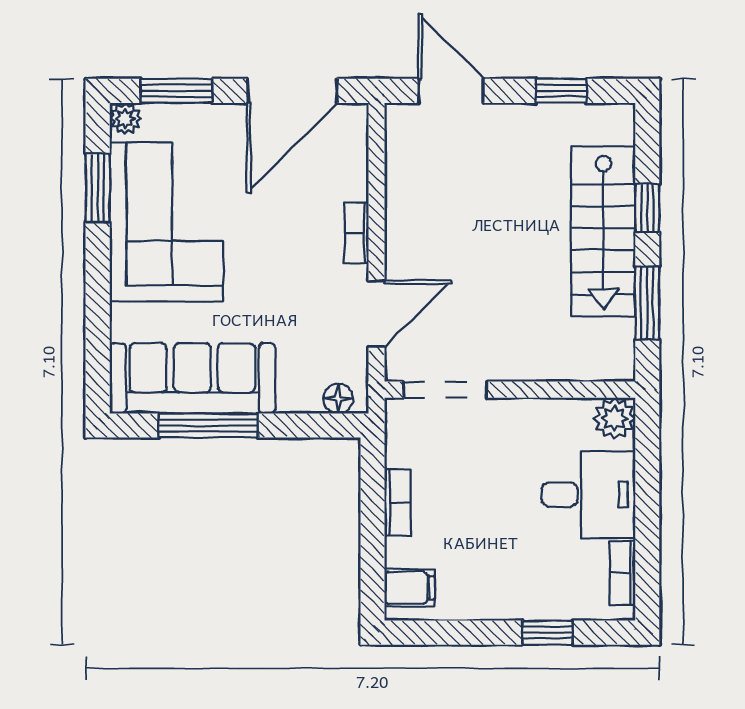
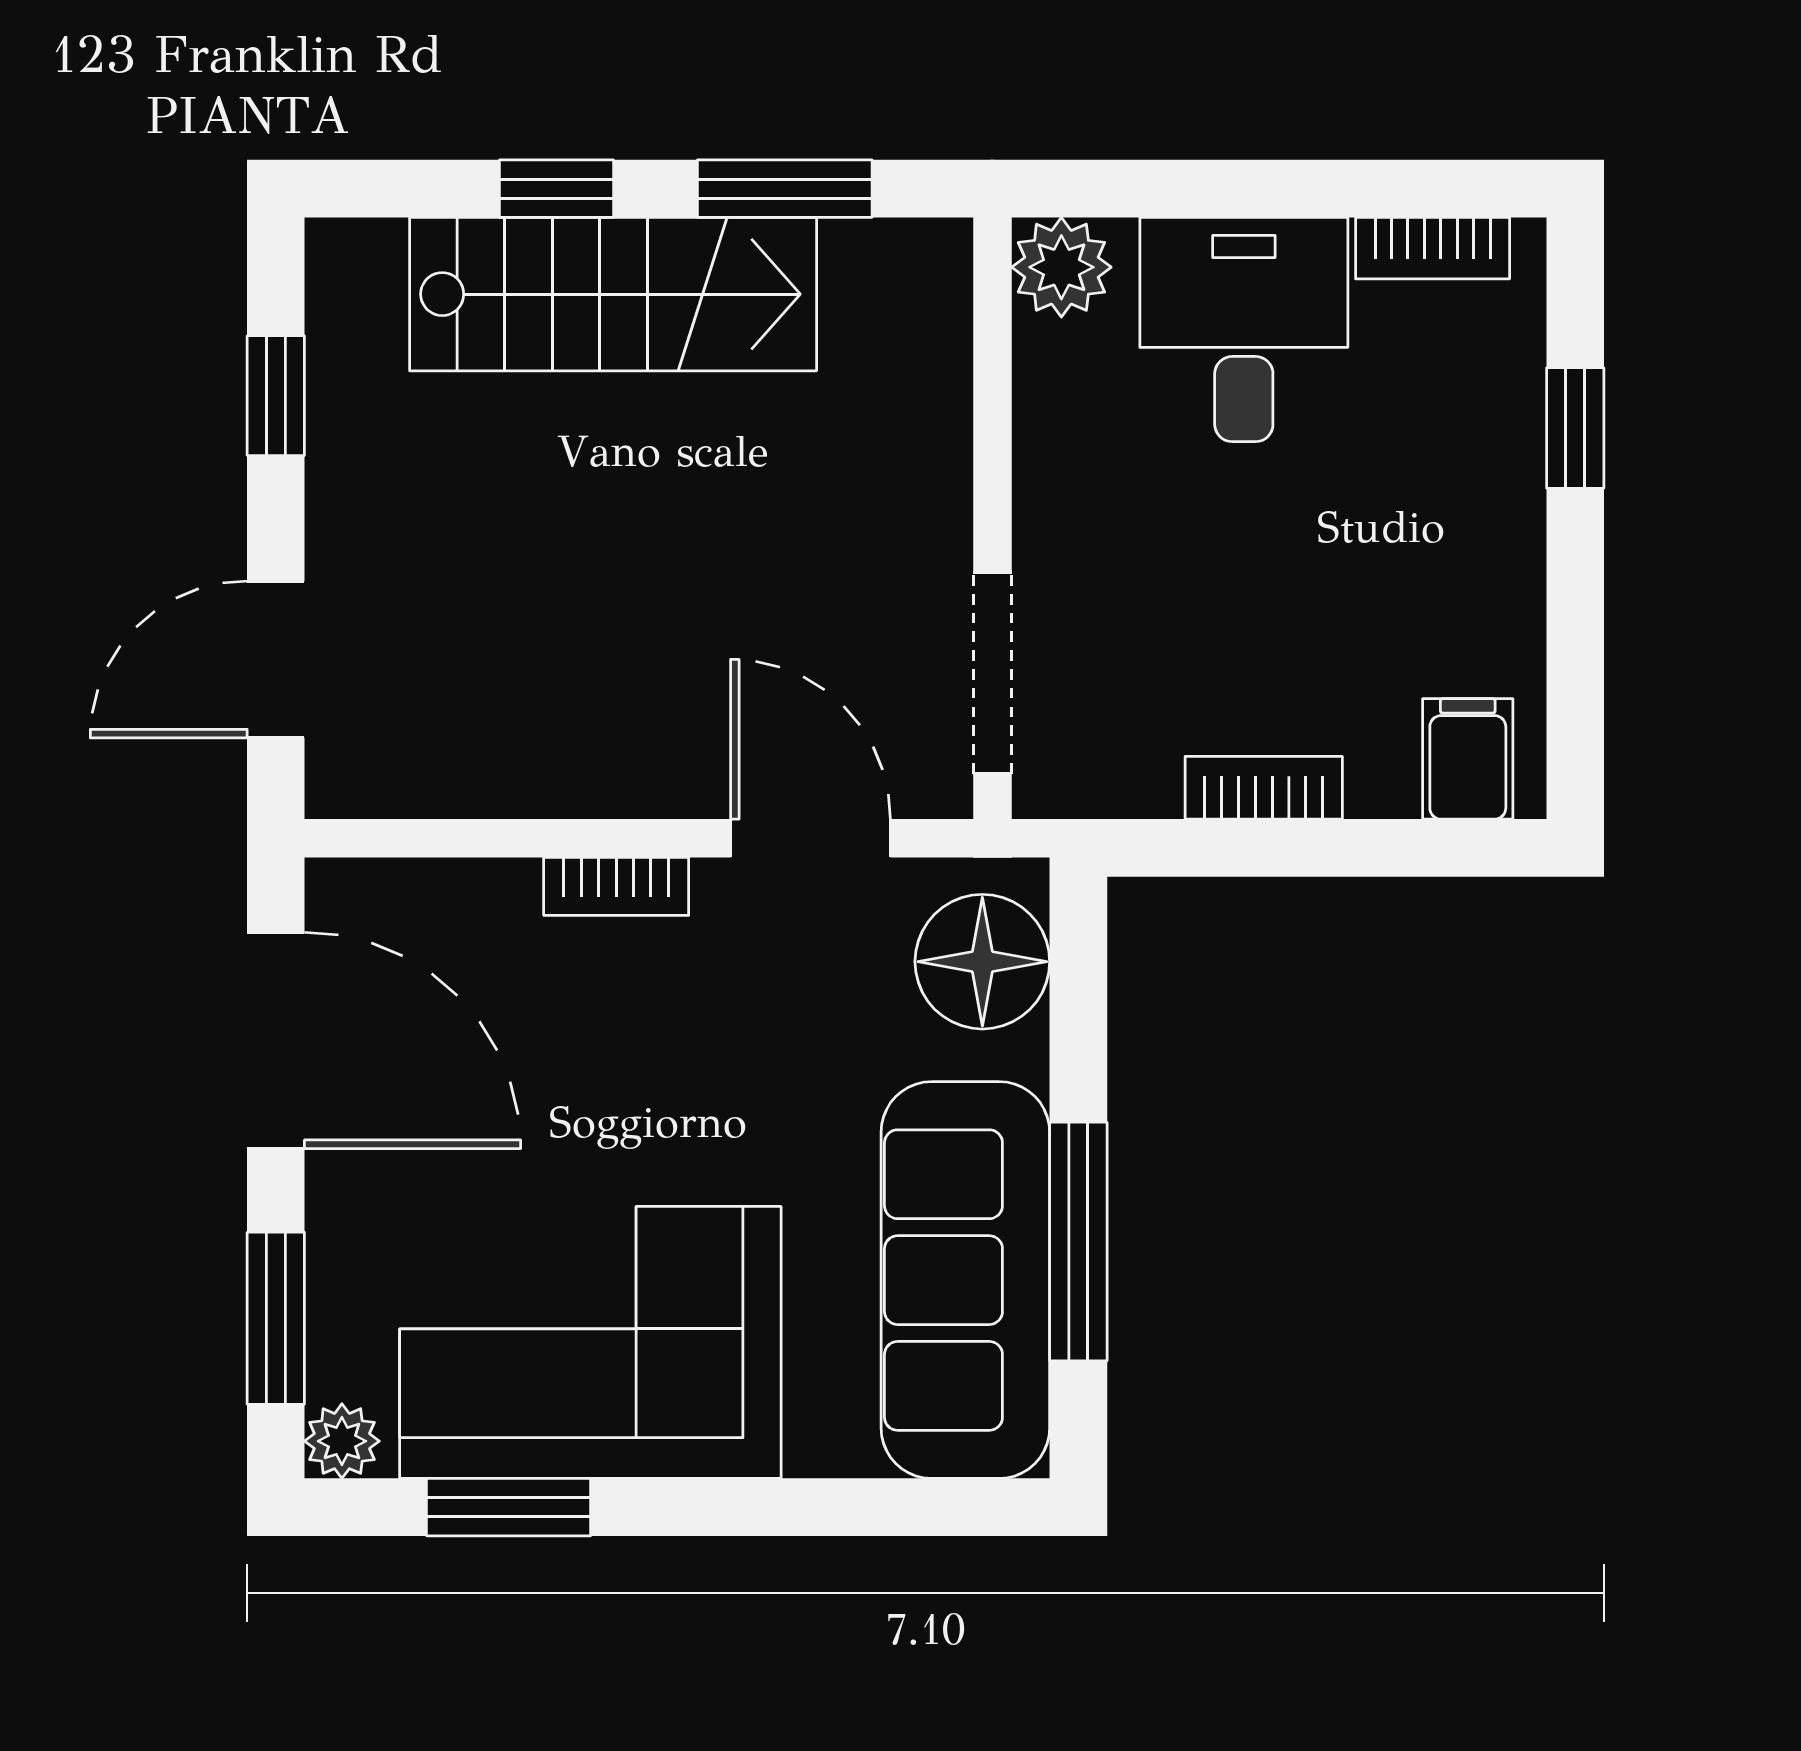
floor lamp: (338, 399) -> (982, 962), width x1.89, depth x1.89

